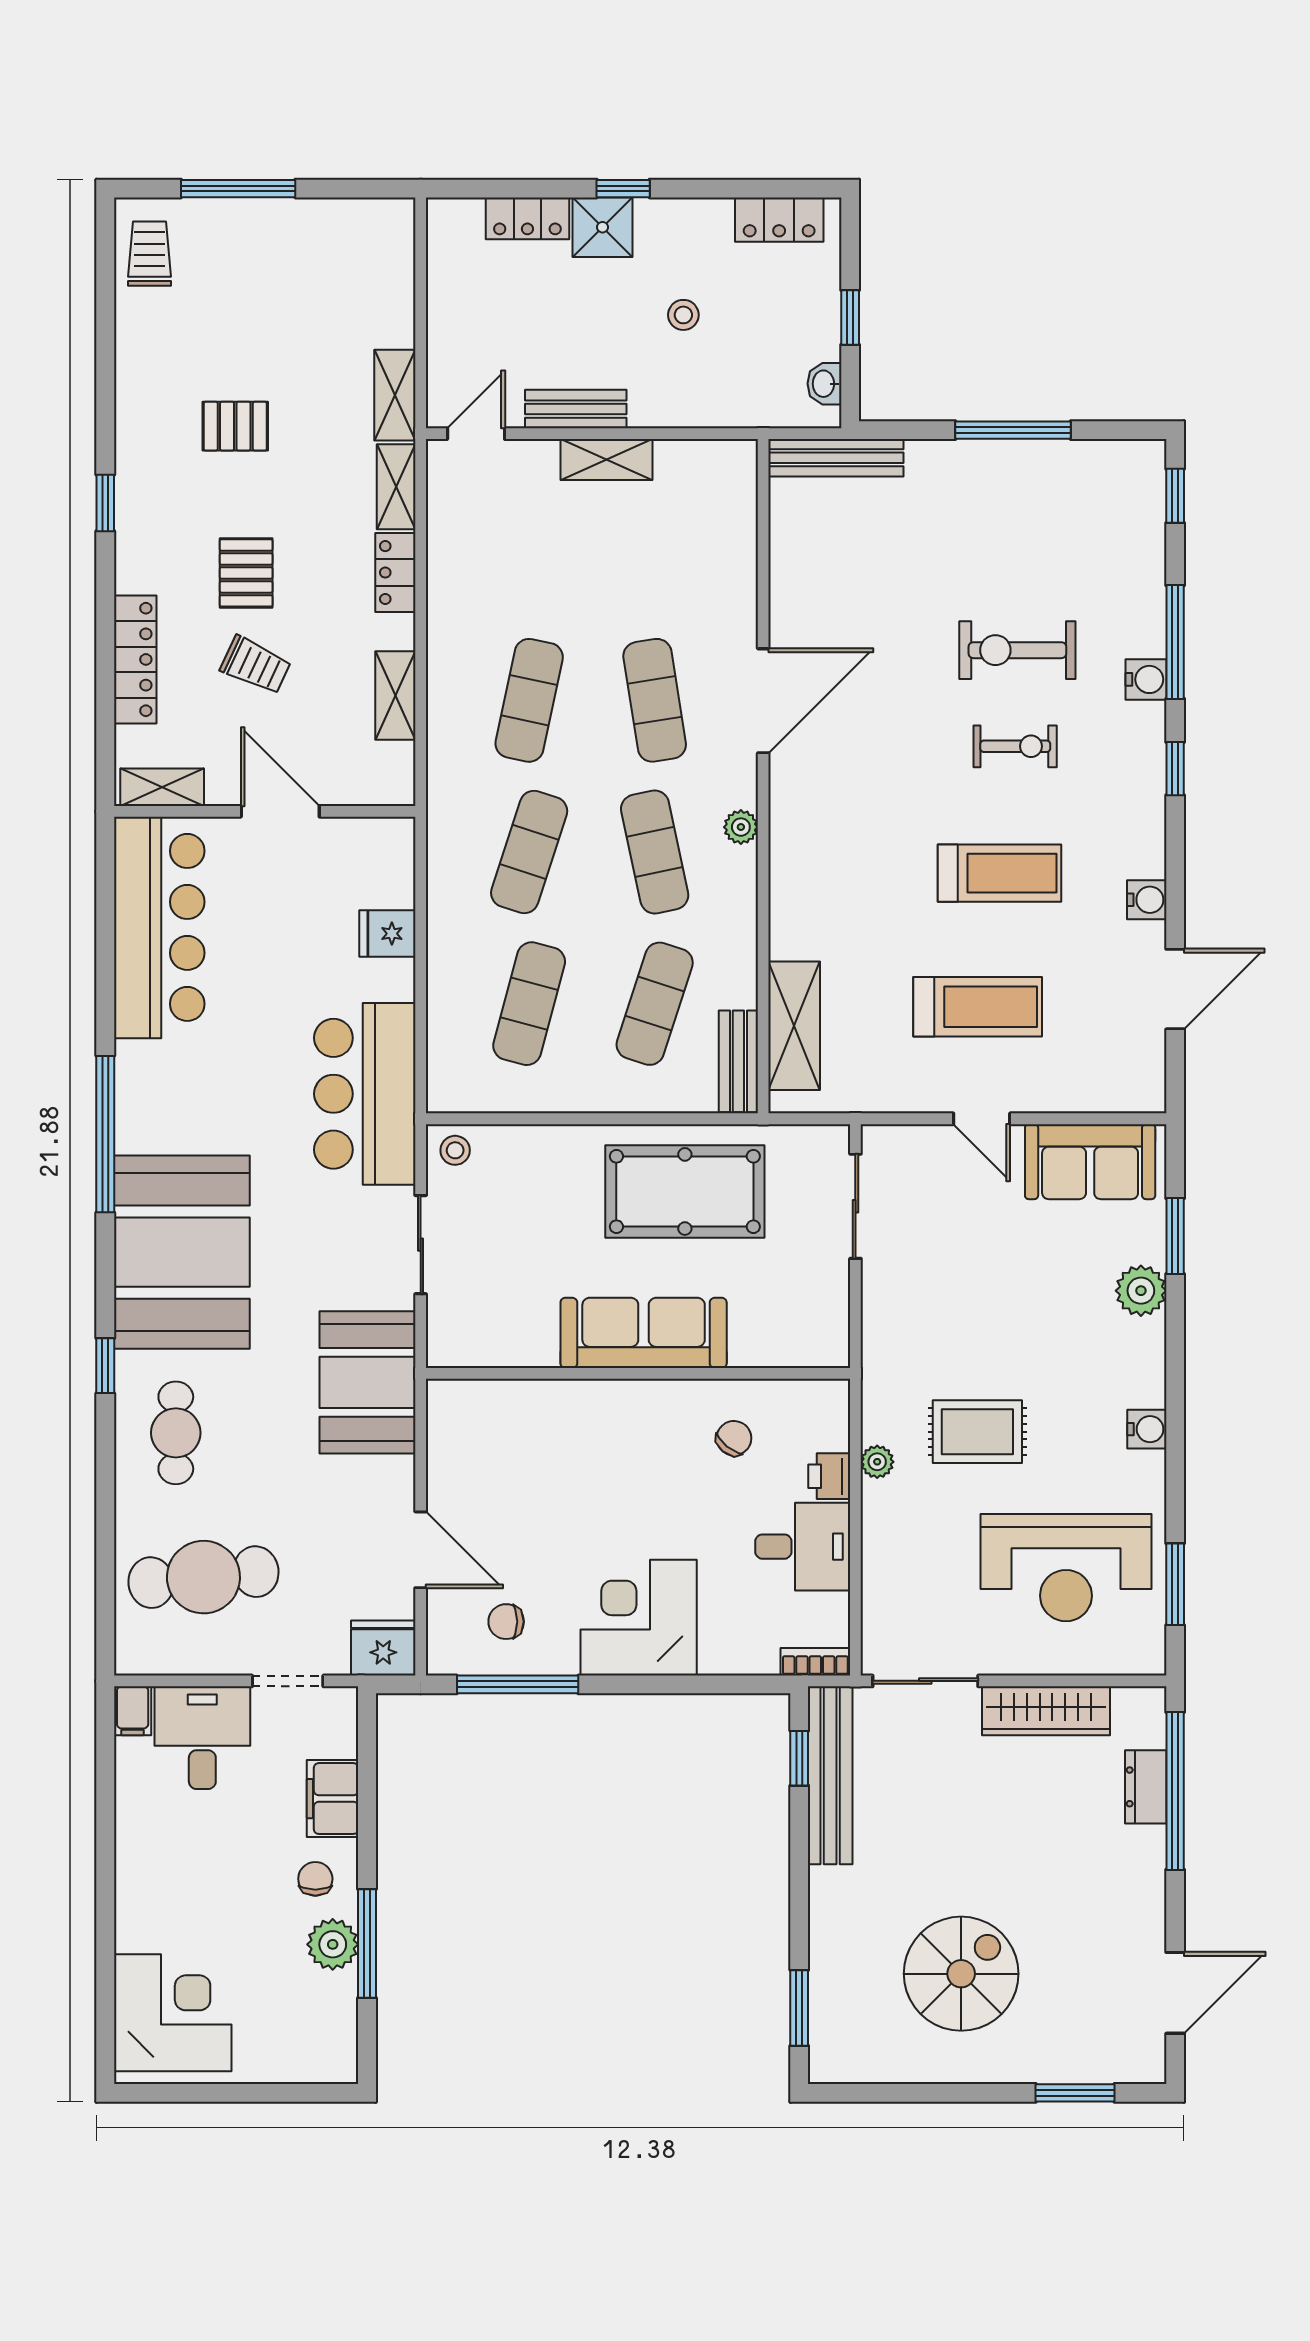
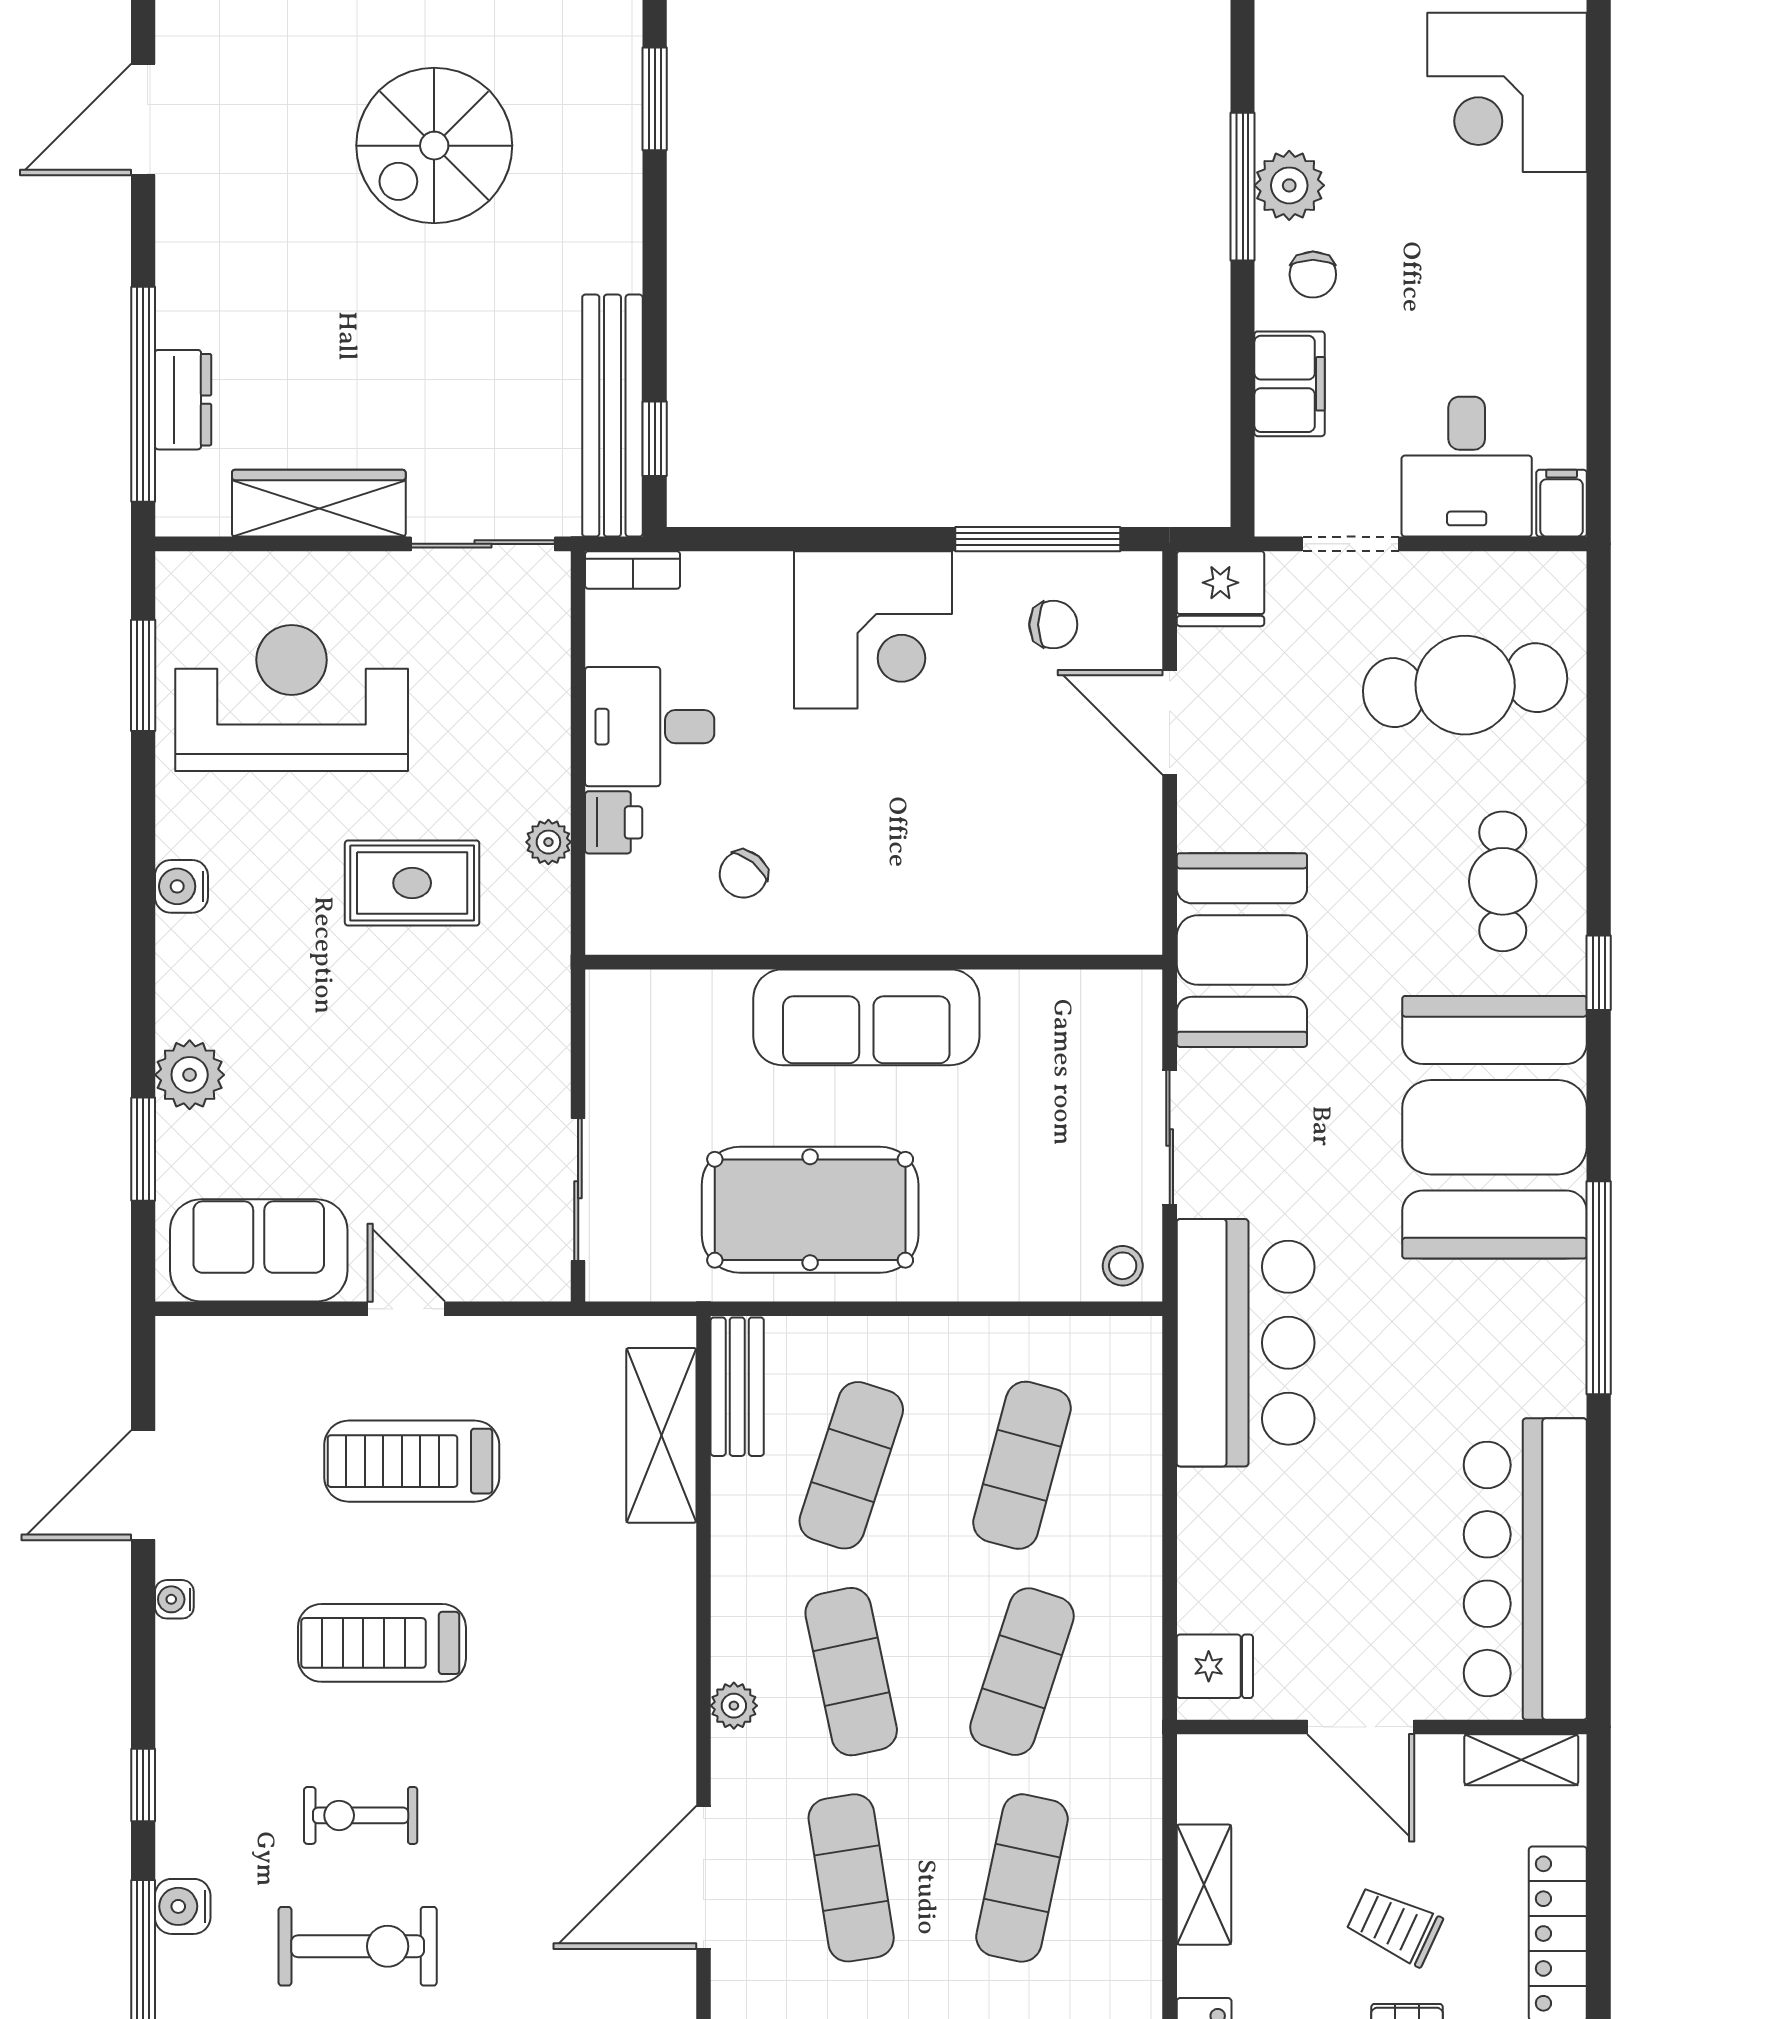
water cooler: (1147, 900) -> (174, 1599), width x0.72, depth x0.72
fridge: (387, 934) -> (1215, 1666), moved

